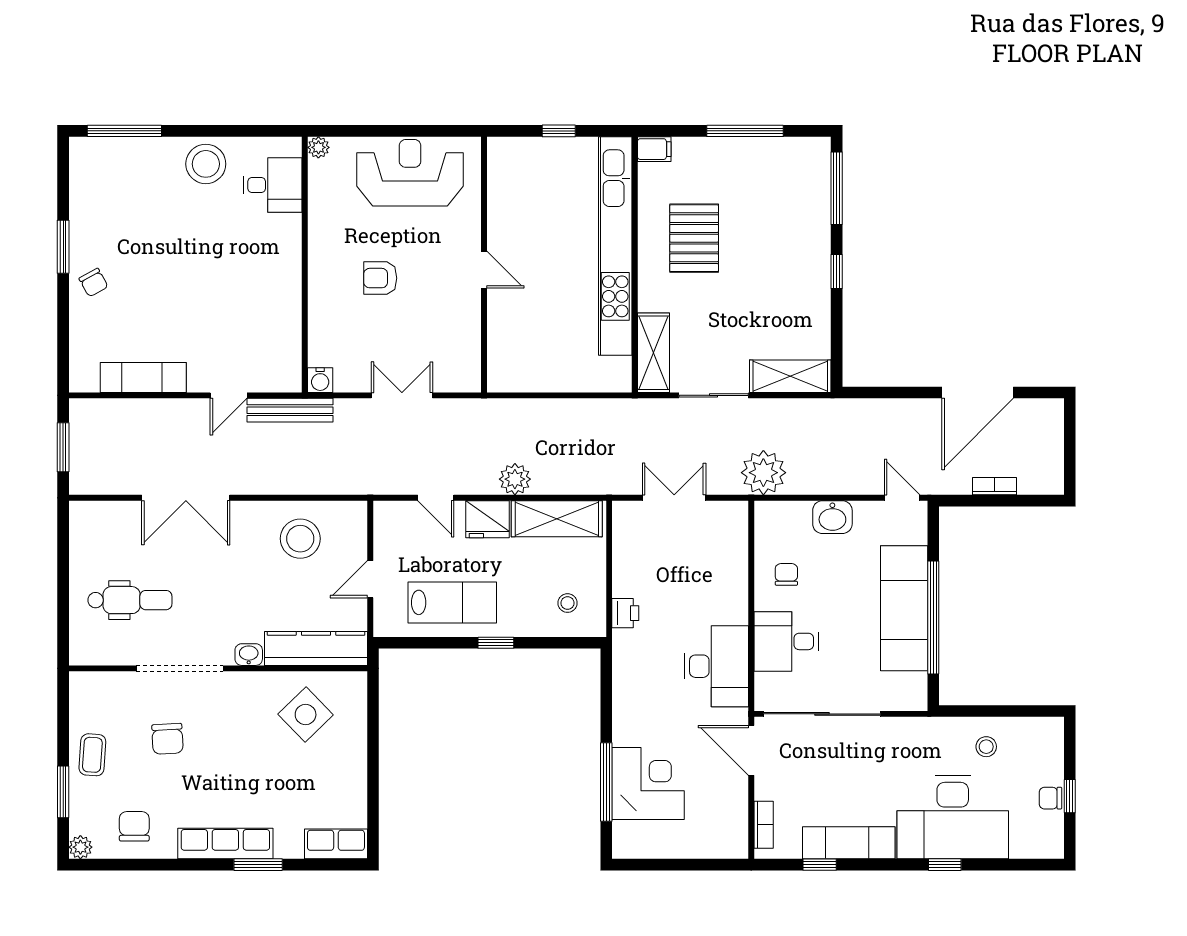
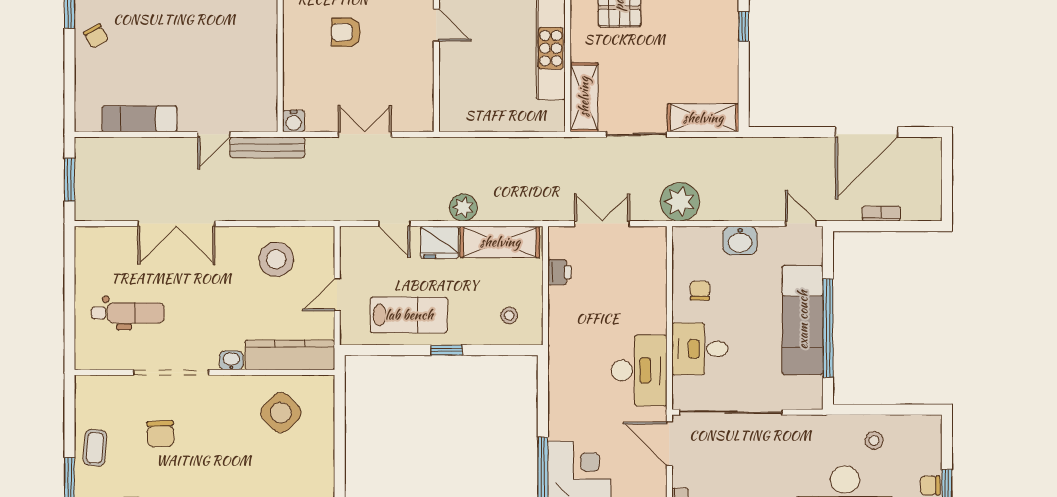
printer: (625, 613) -> (559, 272), moved

